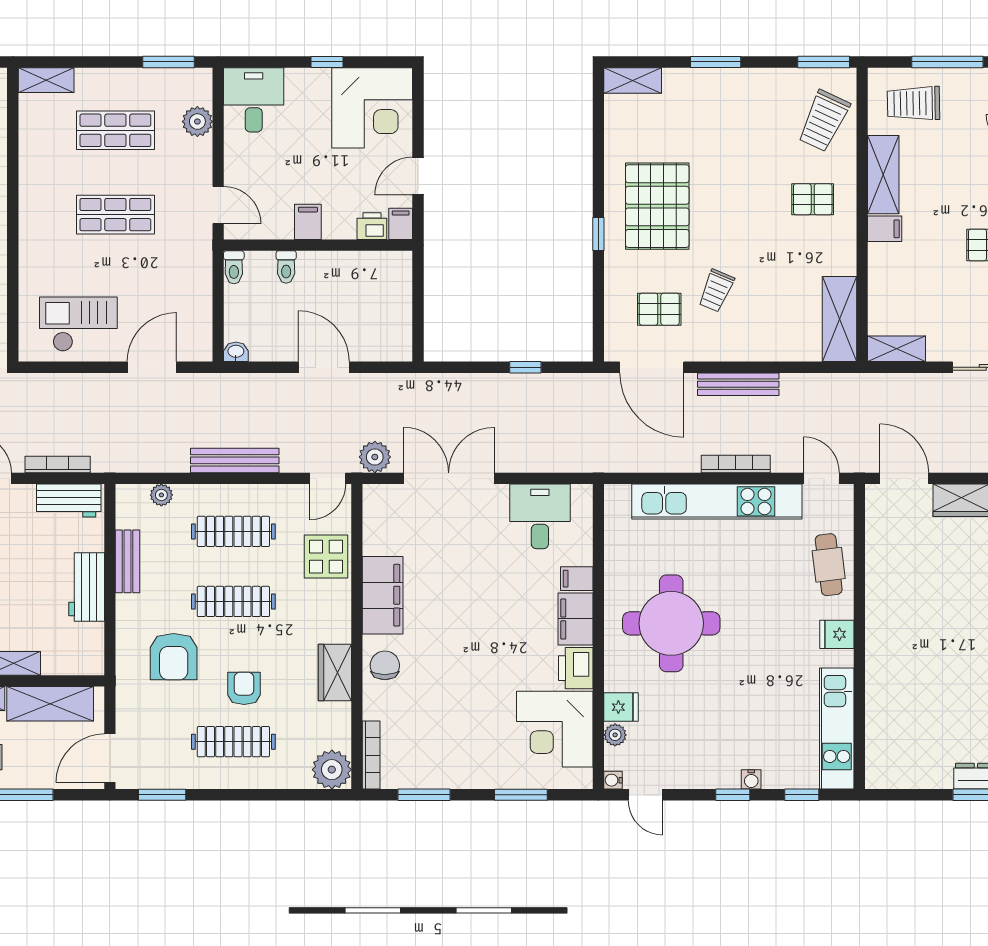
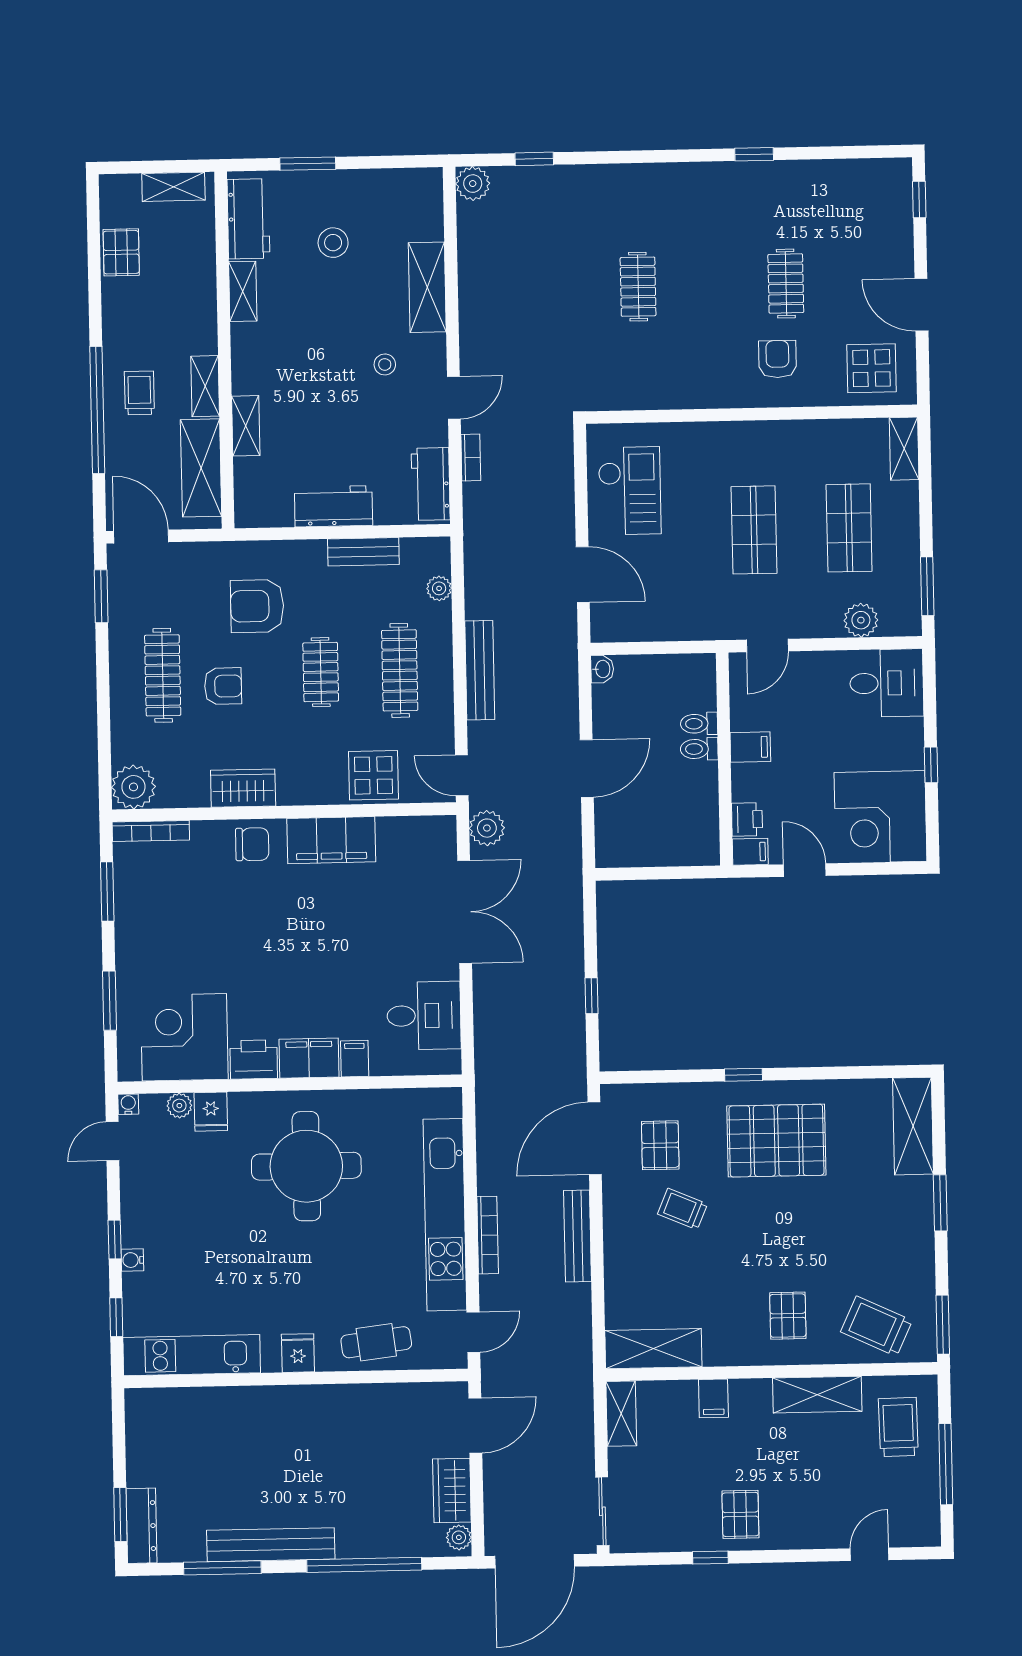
shelving: (633, 80) -> (913, 1126), width x1.50, depth x1.33
filing cabinet: (885, 229) -> (713, 1398), moved
toilet: (234, 267) -> (699, 749), moved
bookcase: (58, 464) -> (471, 458), width x0.64
clothes rail: (233, 601) -> (321, 672), width x0.73

